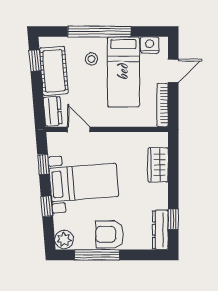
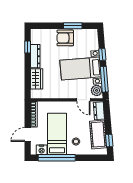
window: (99, 32) -> (57, 158), moved
window: (43, 164) -> (104, 79), width x2.17
dresser: (160, 230) -> (35, 56), moved
armchair: (110, 234) -> (65, 38), turned 180
plant: (64, 239) -> (97, 90), moved
window: (97, 255) -> (73, 26), width x0.69

